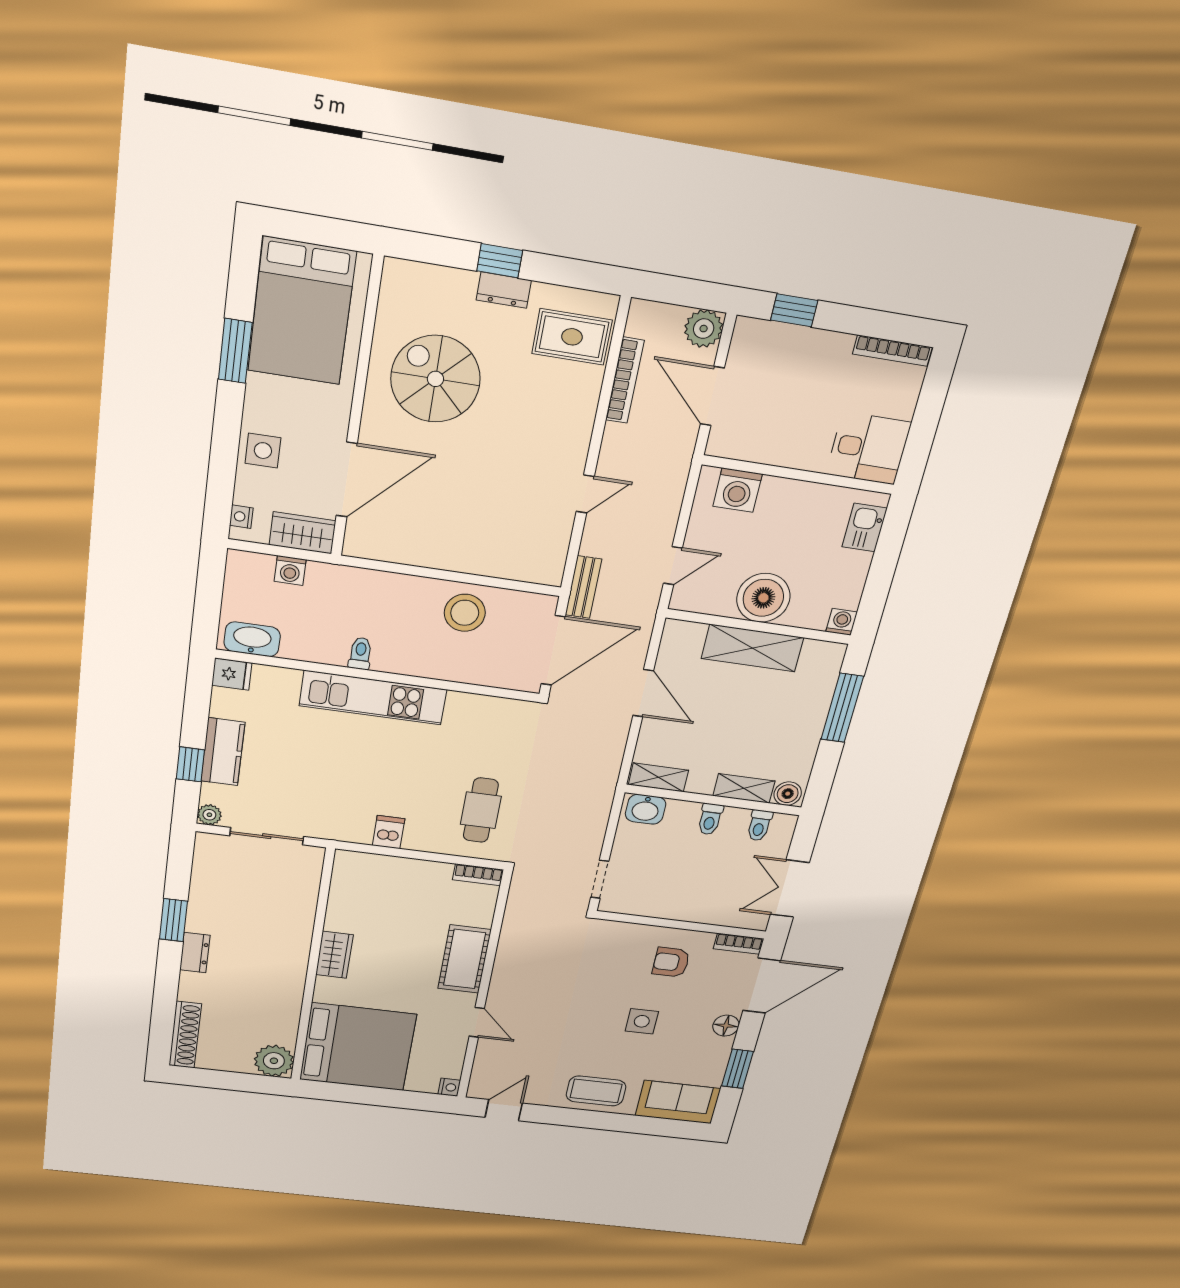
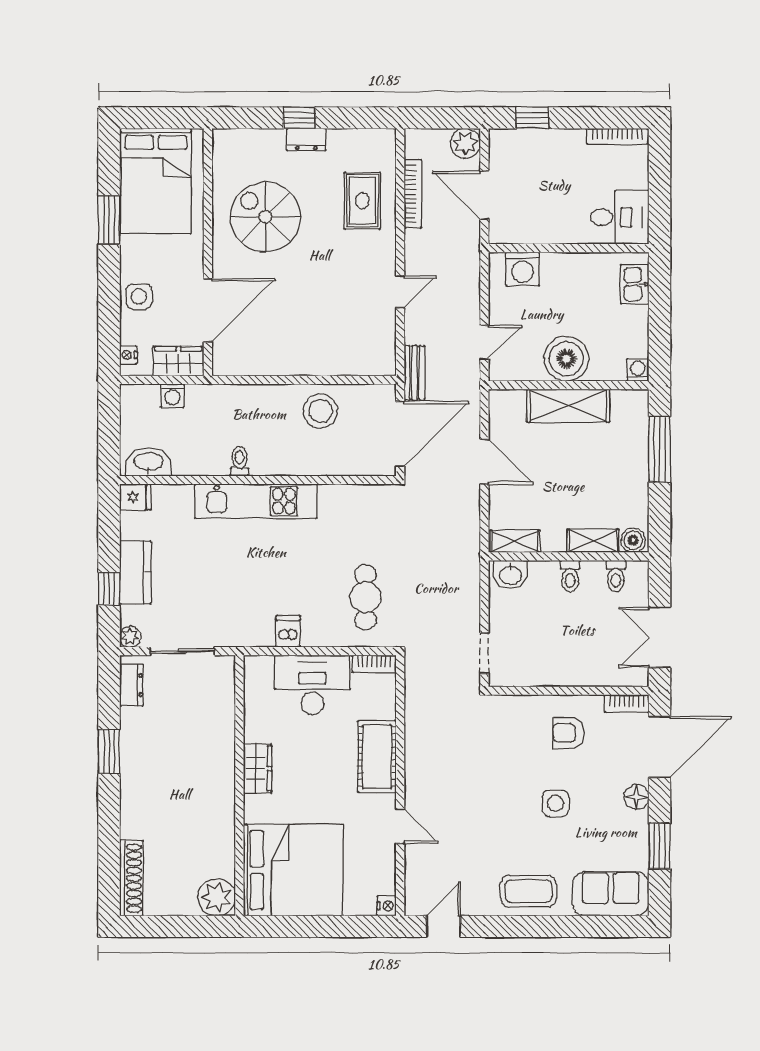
rug: (572, 337) -> (362, 201), moved, turned 90
desk: (407, 886) -> (312, 685), added
dresser: (195, 953) -> (131, 685), moved

